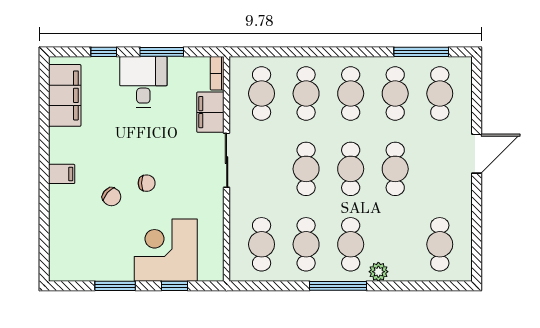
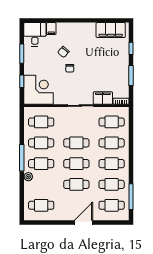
desk: (143, 82) -> (35, 34), moved, turned -90
door: (477, 154) -> (84, 222), swing flipped
filing cabinet: (62, 174) -> (51, 29), moved
corner desk: (166, 250) -> (38, 90), moved

